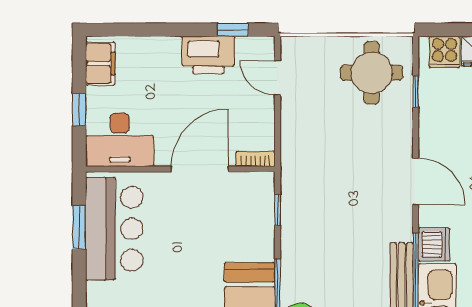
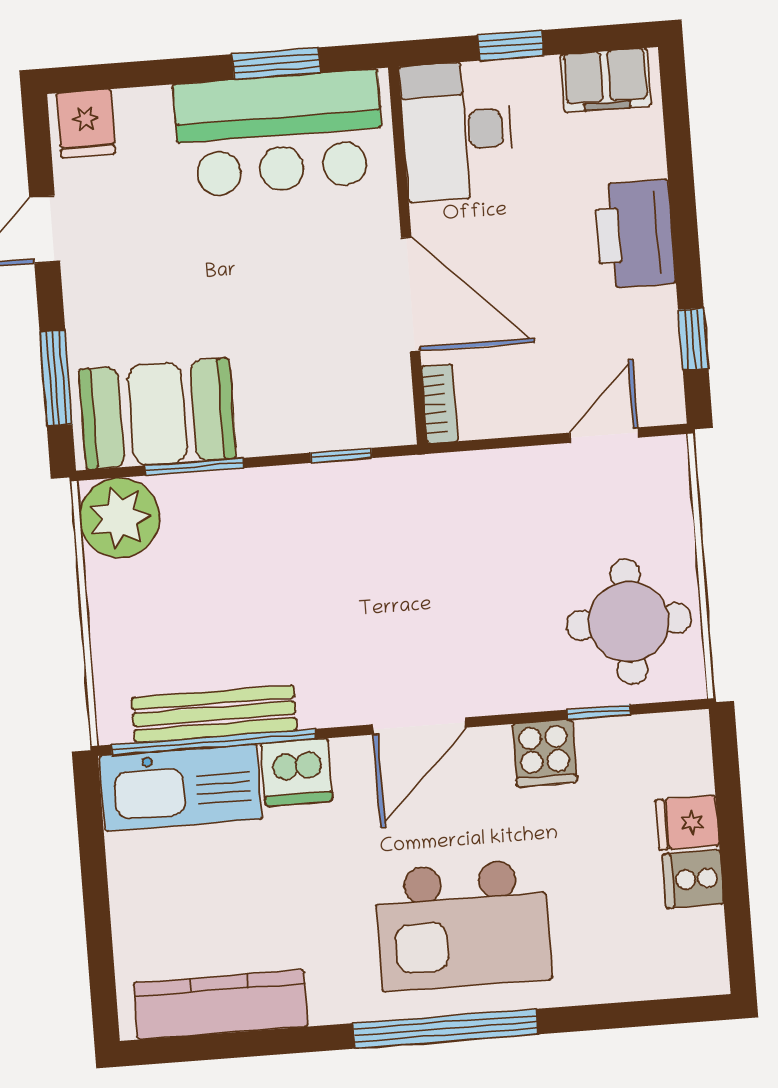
cooker: (444, 52) -> (544, 753), moved, turned -90
printer: (208, 55) -> (635, 234), moved

